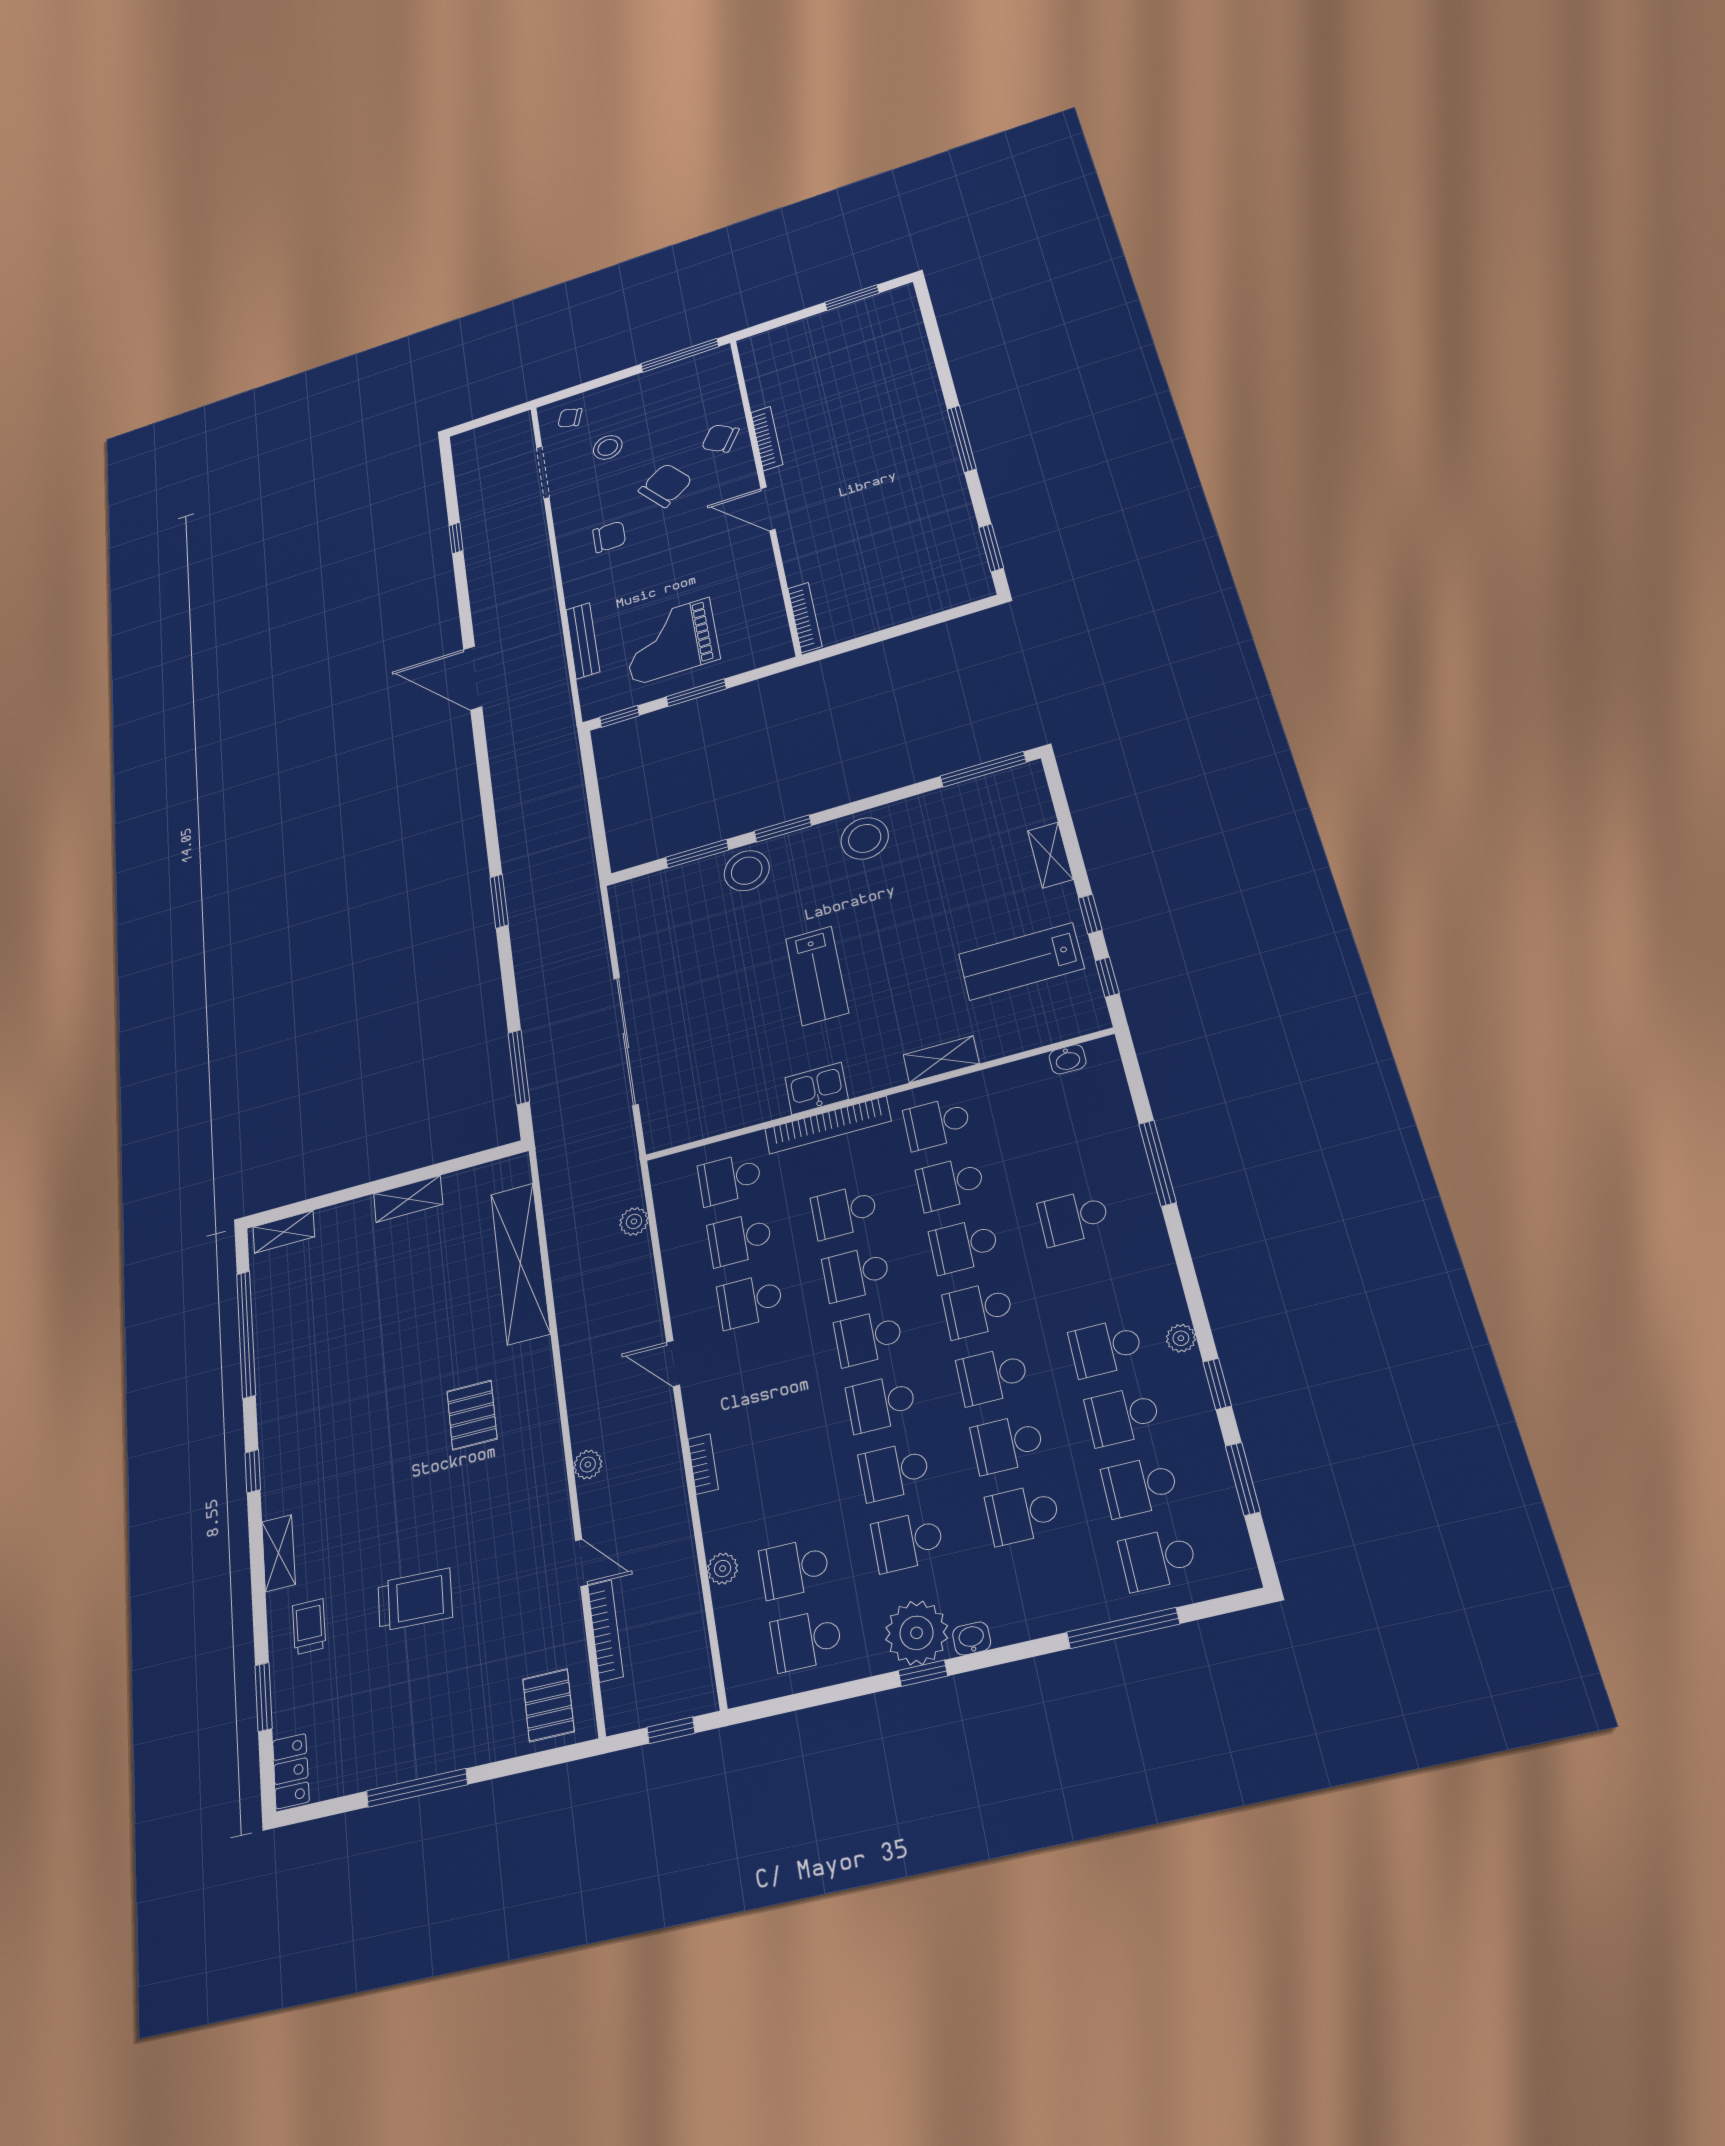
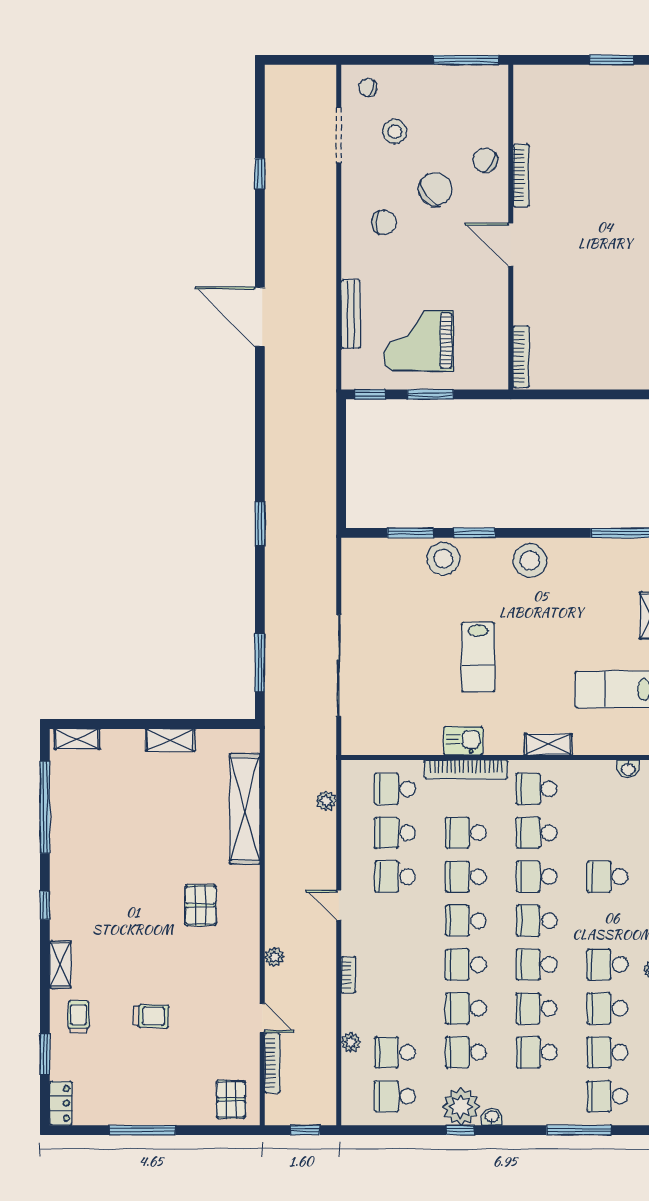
trolley: (415, 1600) -> (151, 1016), width x0.73, depth x0.72

